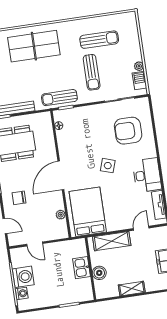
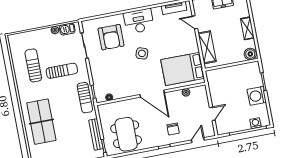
desk: (147, 175) -> (139, 21), moved
kitchen sink: (82, 268) -> (231, 72), removed
boiler: (99, 273) -> (250, 54), moved
washing machine: (23, 277) -> (257, 96), moved, turned -90

